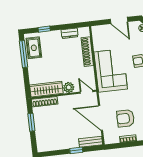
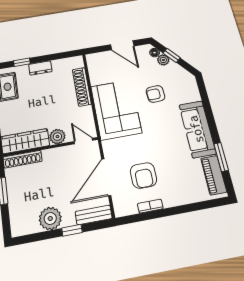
dresser: (70, 33) -> (40, 68), moved
door: (101, 118) -> (106, 177), hinge flipped
armchair: (125, 118) -> (143, 175), turned -90
plant: (62, 142) -> (50, 218), added

